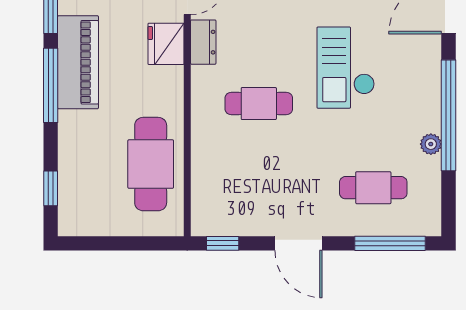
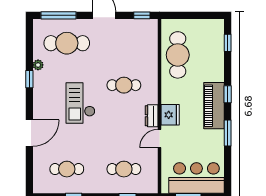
checkout: (346, 68) -> (80, 103), turned 180
window: (51, 85) -> (228, 94), width x0.46
window: (448, 115) -> (29, 79), width x0.32
cafe table: (373, 188) -> (67, 43), width x1.37, depth x1.35

